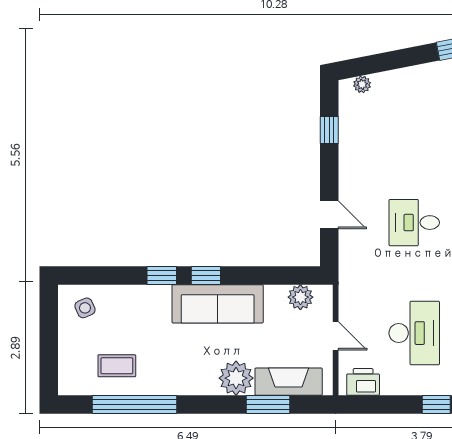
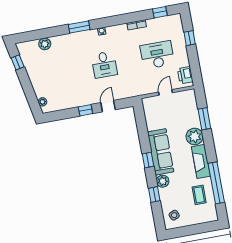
window: (329, 130) -> (85, 110), moved
window: (162, 275) -> (154, 195), moved
plant: (300, 297) -> (163, 181), moved
fireplace: (289, 382) -> (201, 161), moved

